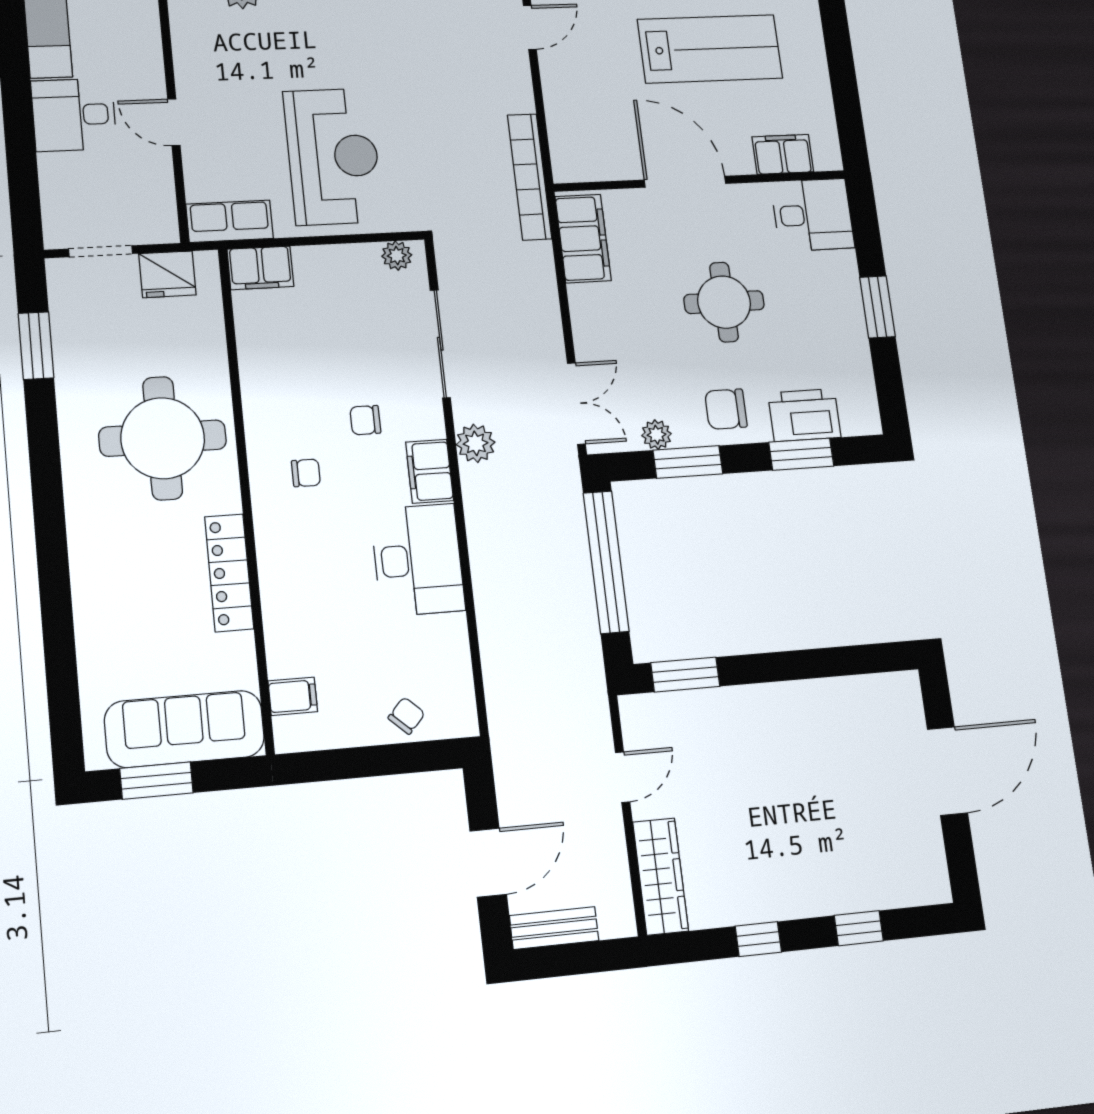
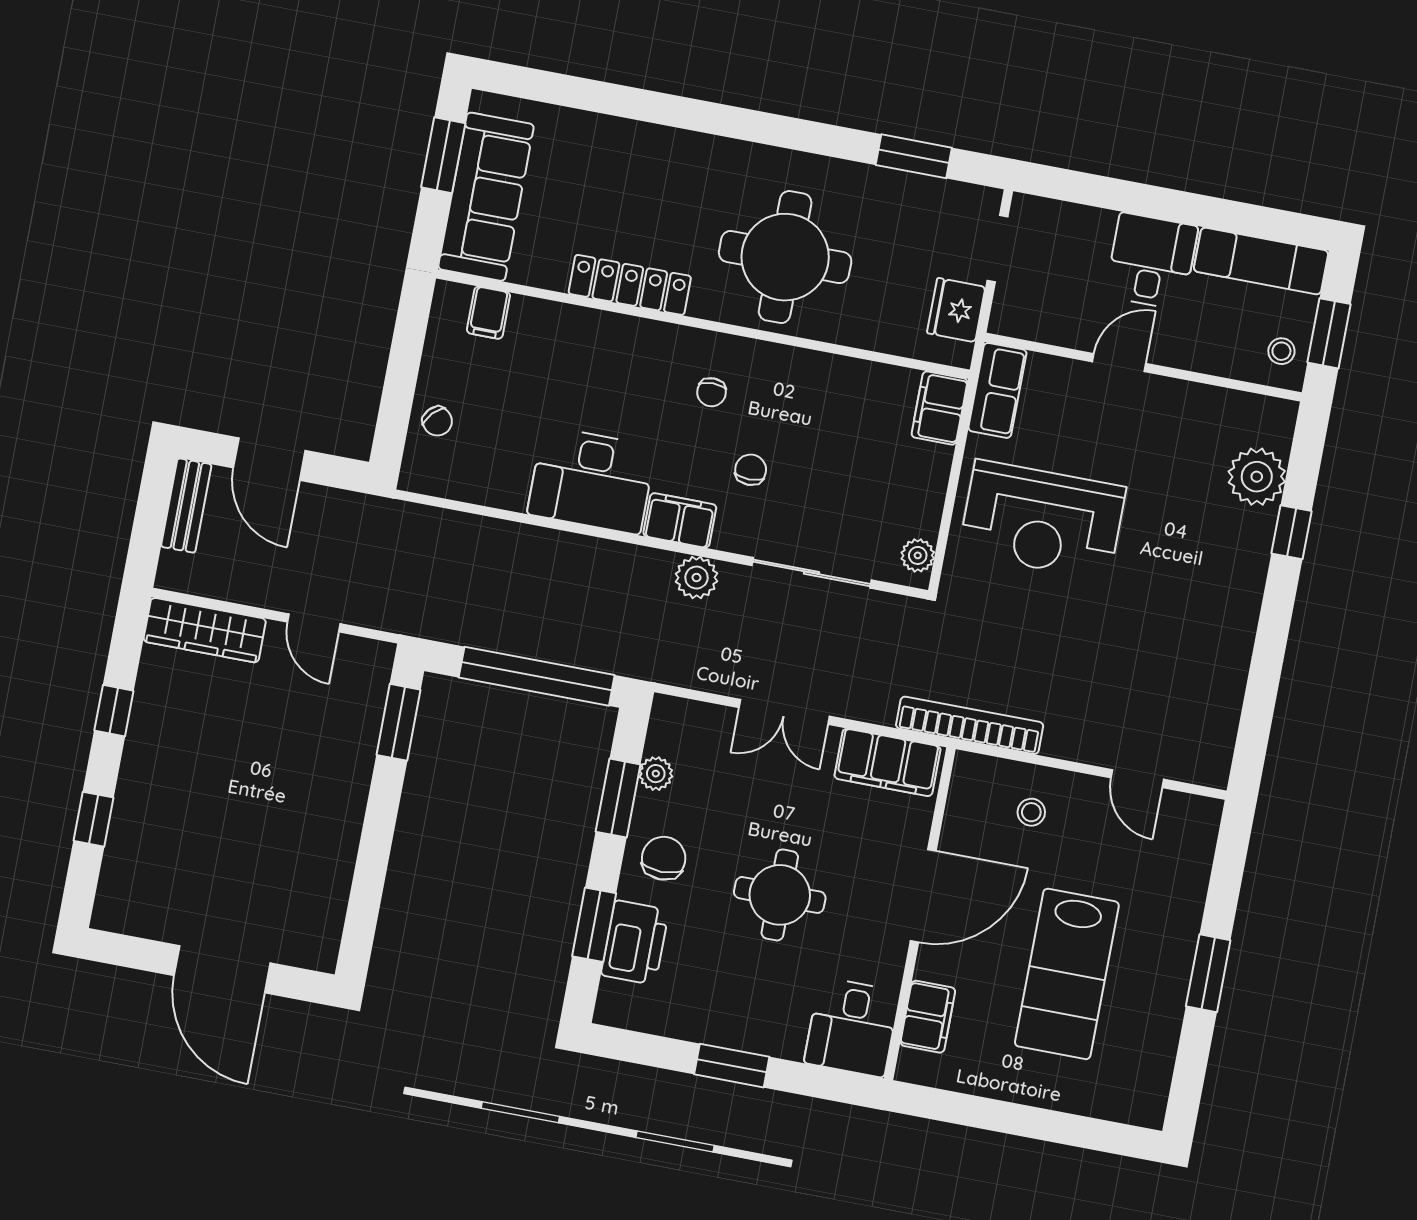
stool: (586, 108) -> (1031, 812), added
double door: (576, 403) -> (784, 712), moved

